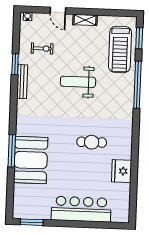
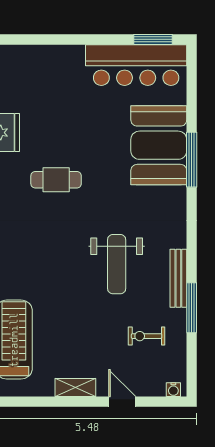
window: (15, 64) -> (192, 308), width x1.44
weight bench: (78, 82) -> (117, 264), moved, turned 90
bar counter: (81, 209) -> (136, 65), moved

